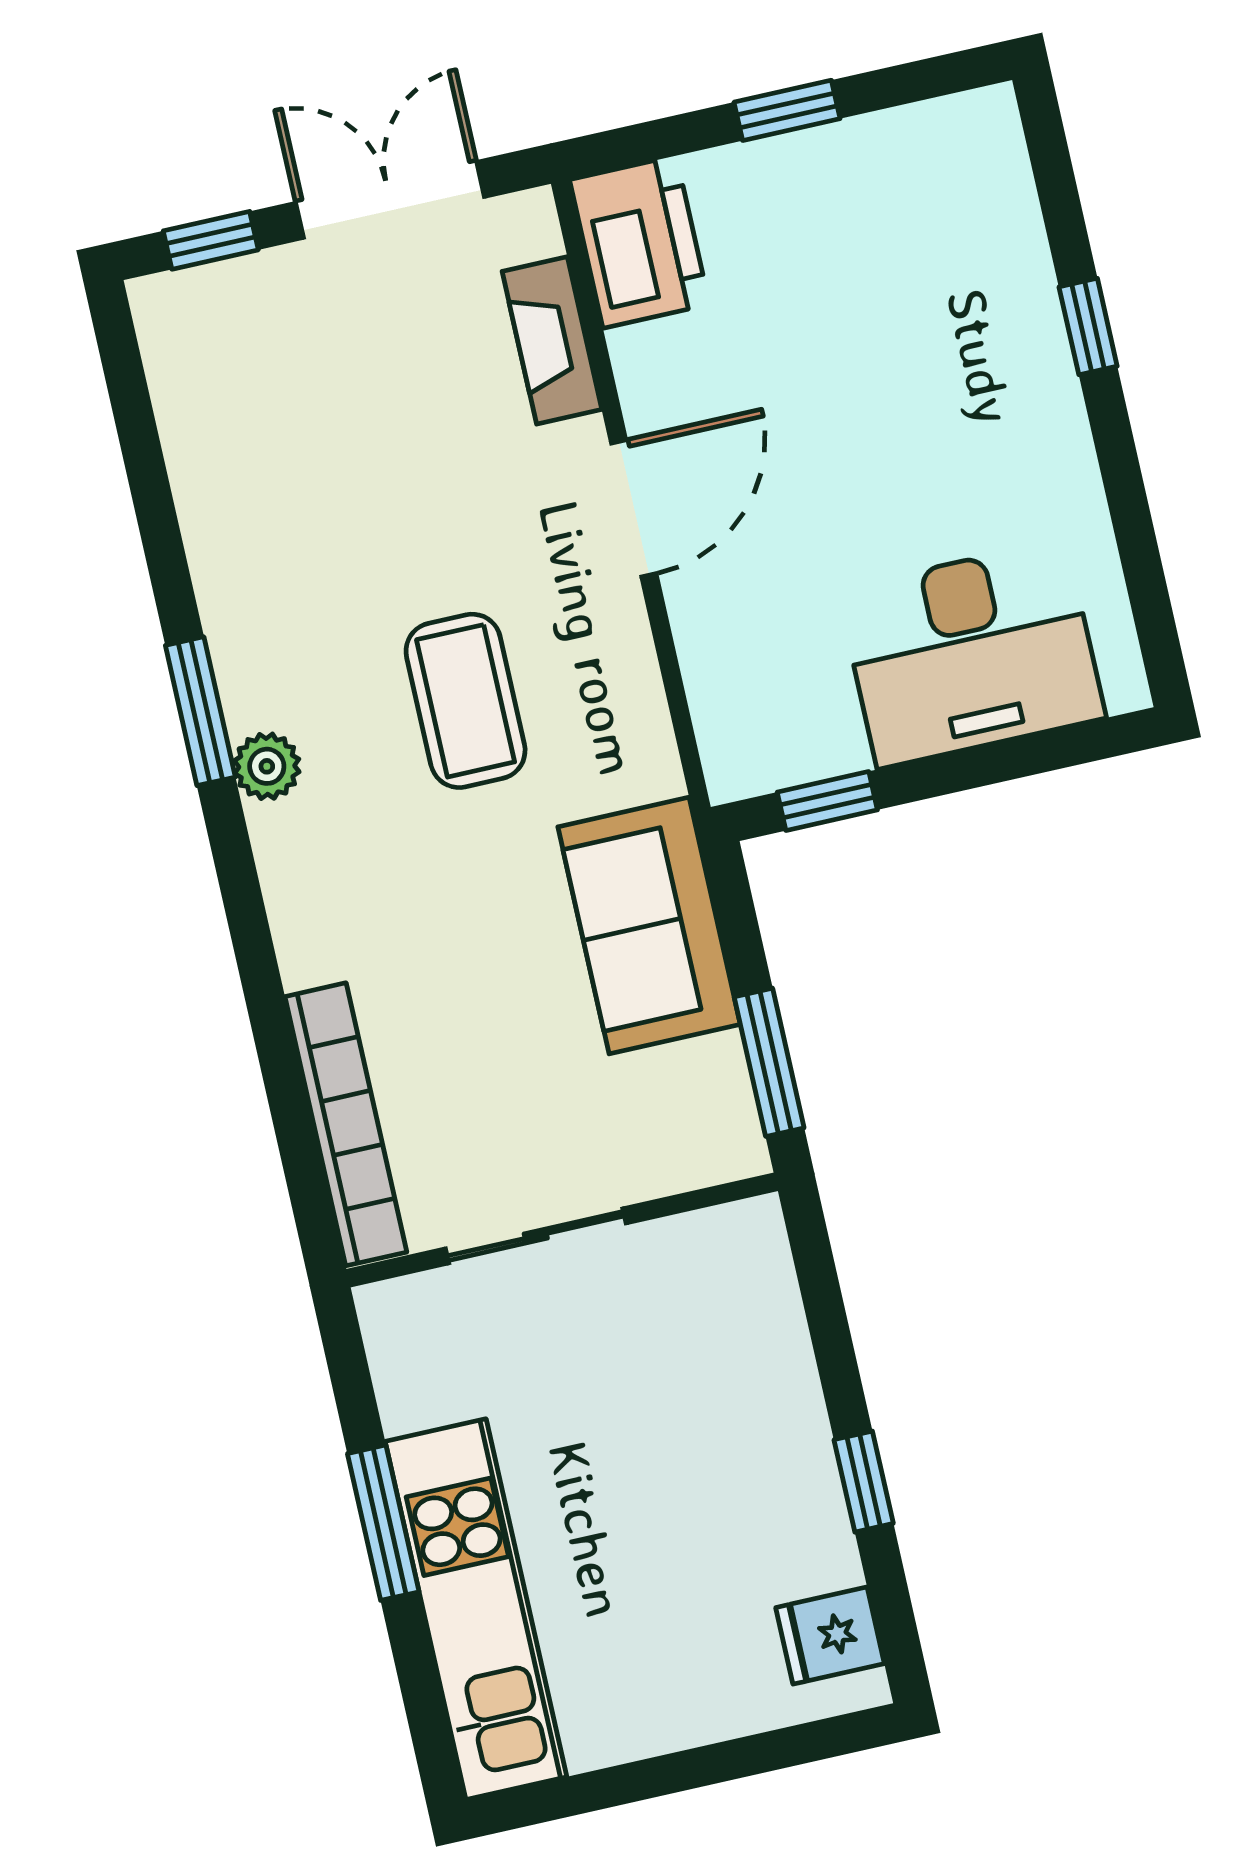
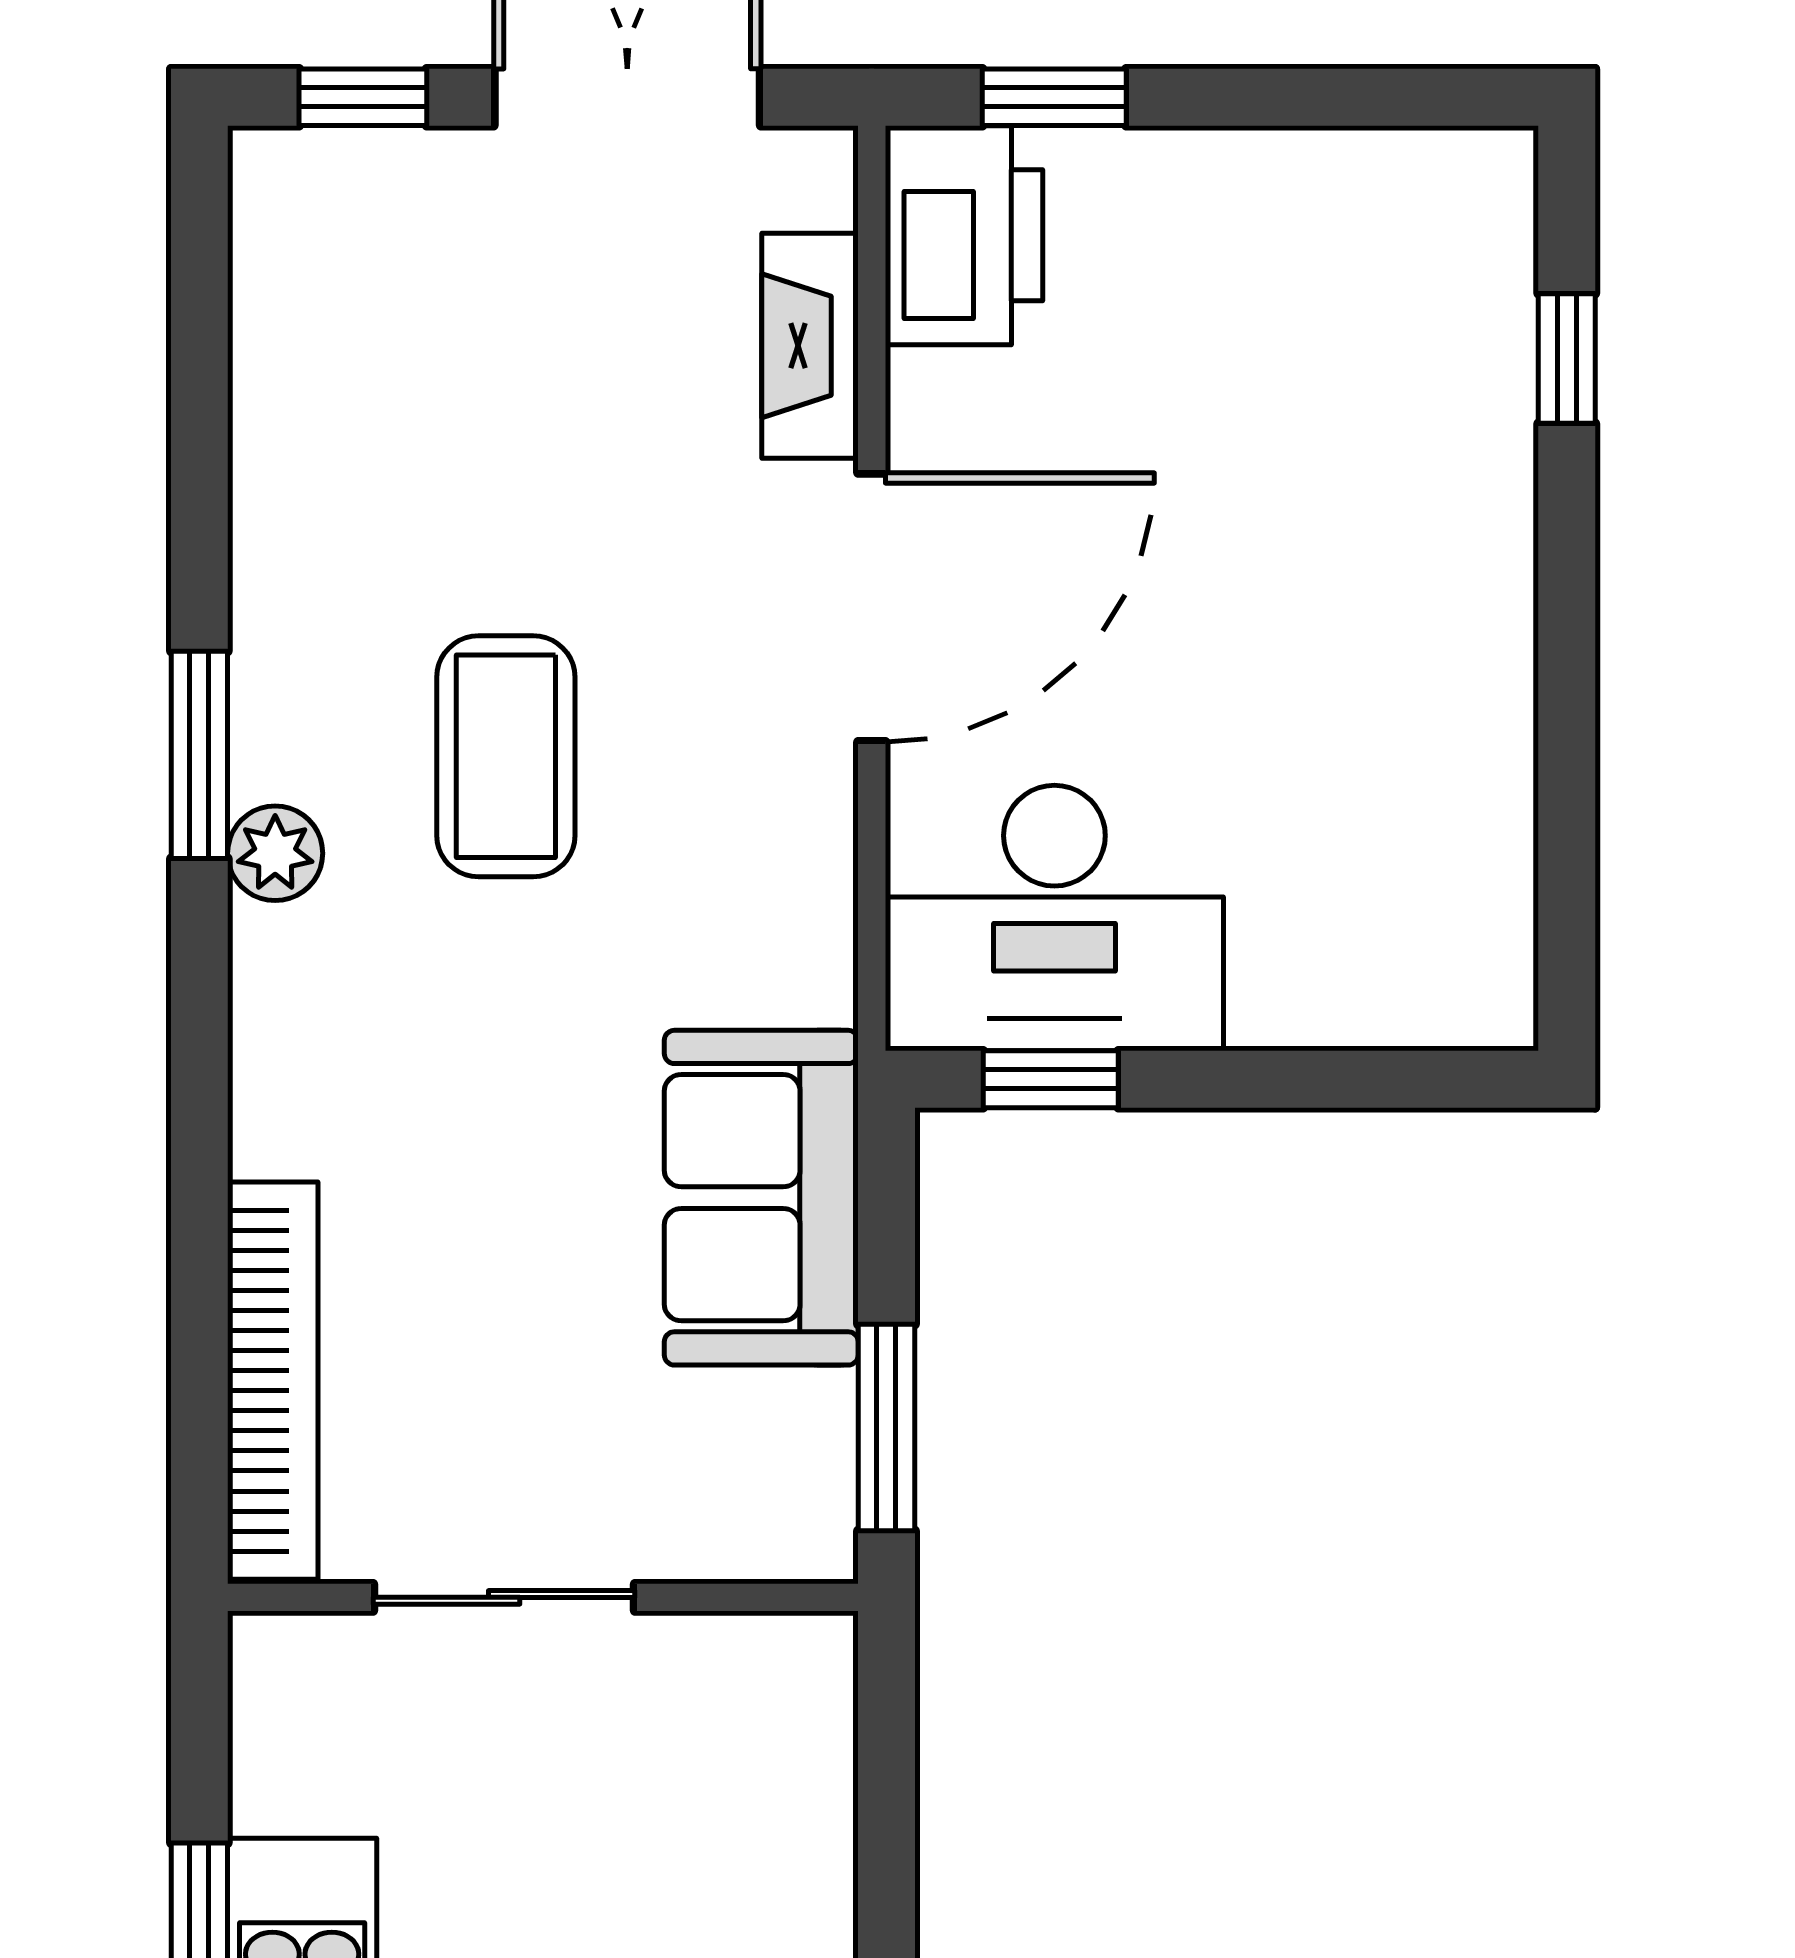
window: (787, 110) -> (1054, 97), moved
window: (1088, 326) -> (1567, 358), moved
door: (634, 508) -> (872, 607), width x1.36
desk: (972, 654) -> (1054, 918), moved
coffee table: (466, 701) -> (506, 756), moved

